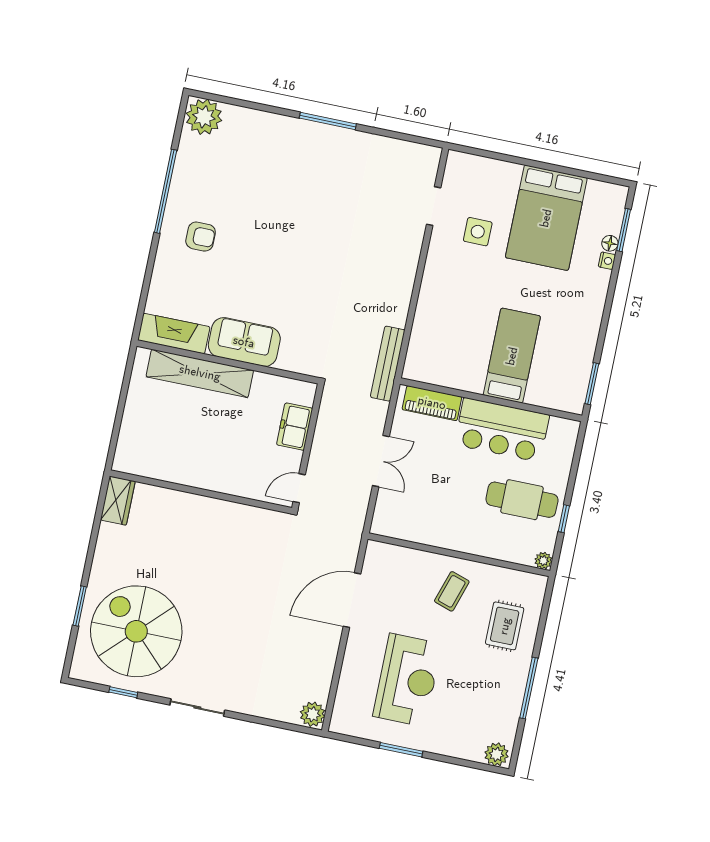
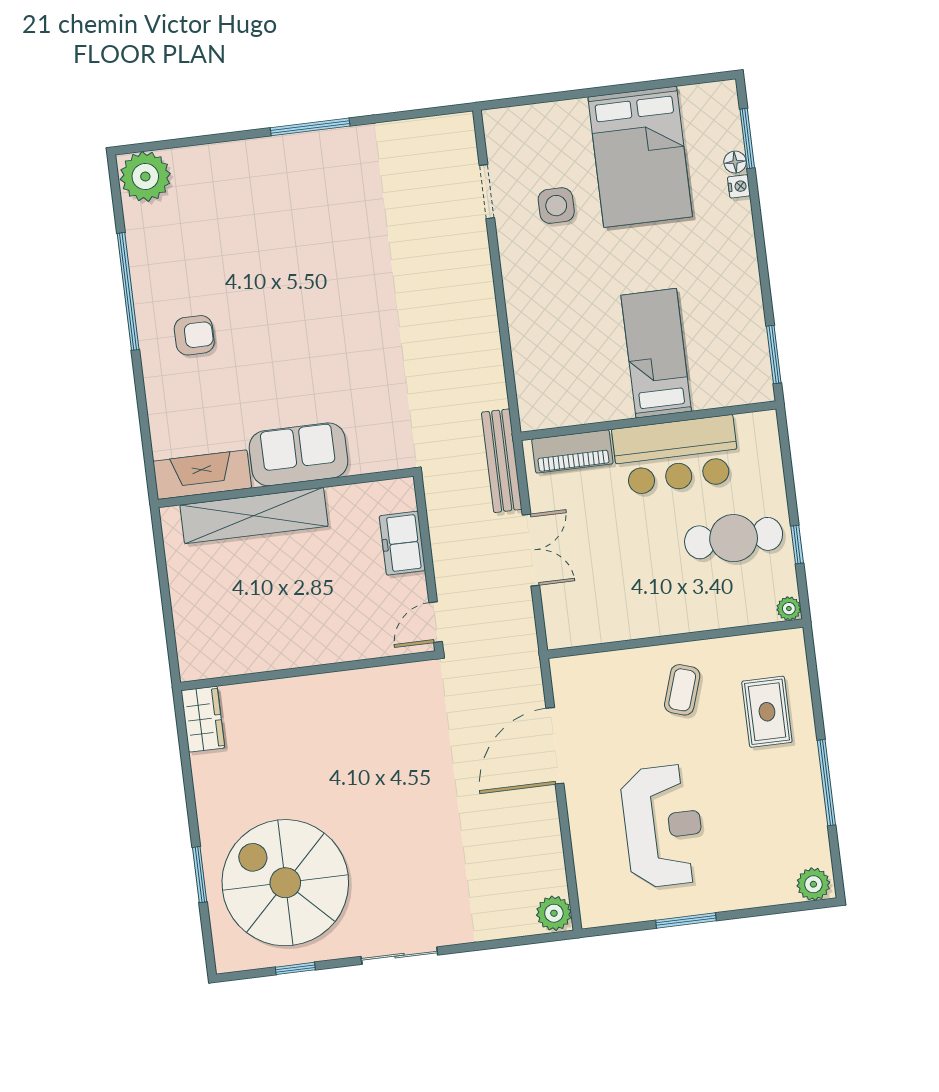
bench: (388, 364) -> (502, 461), moved

